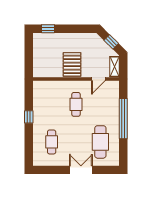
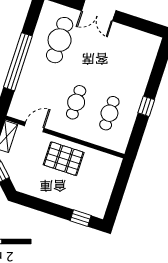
pallet: (72, 64) -> (64, 159), turned 90
cafe table: (52, 142) -> (109, 113), moved

